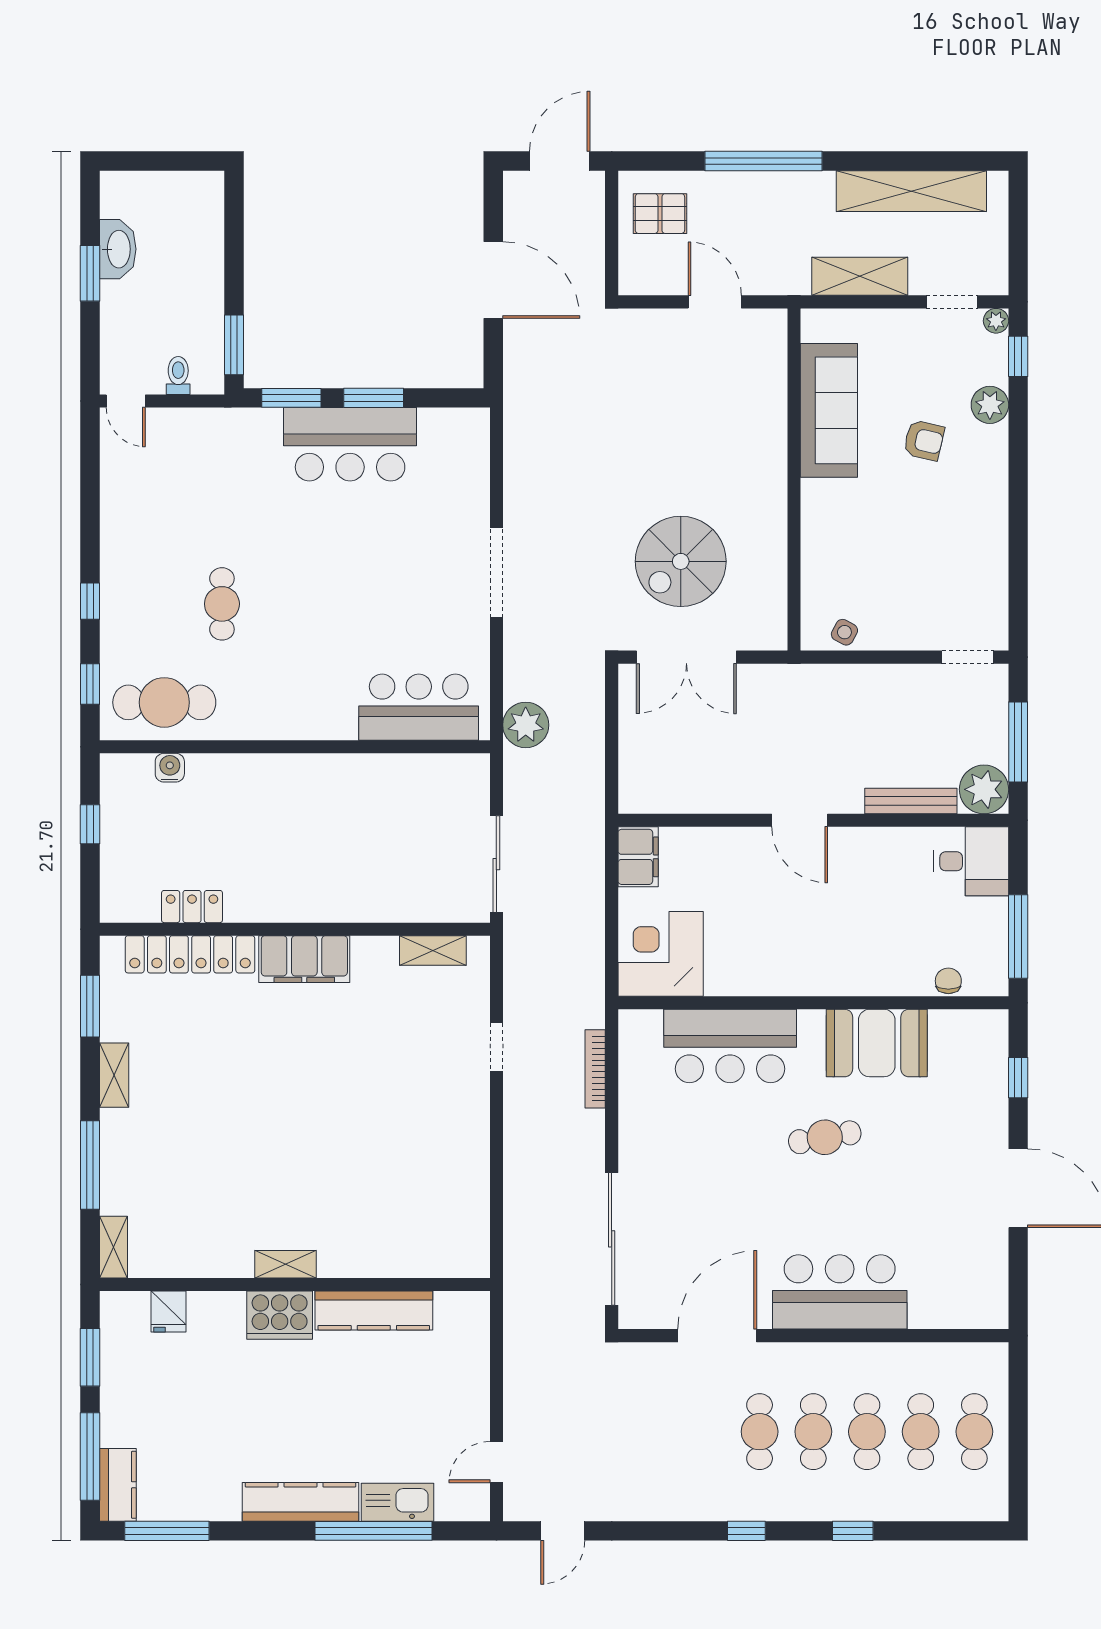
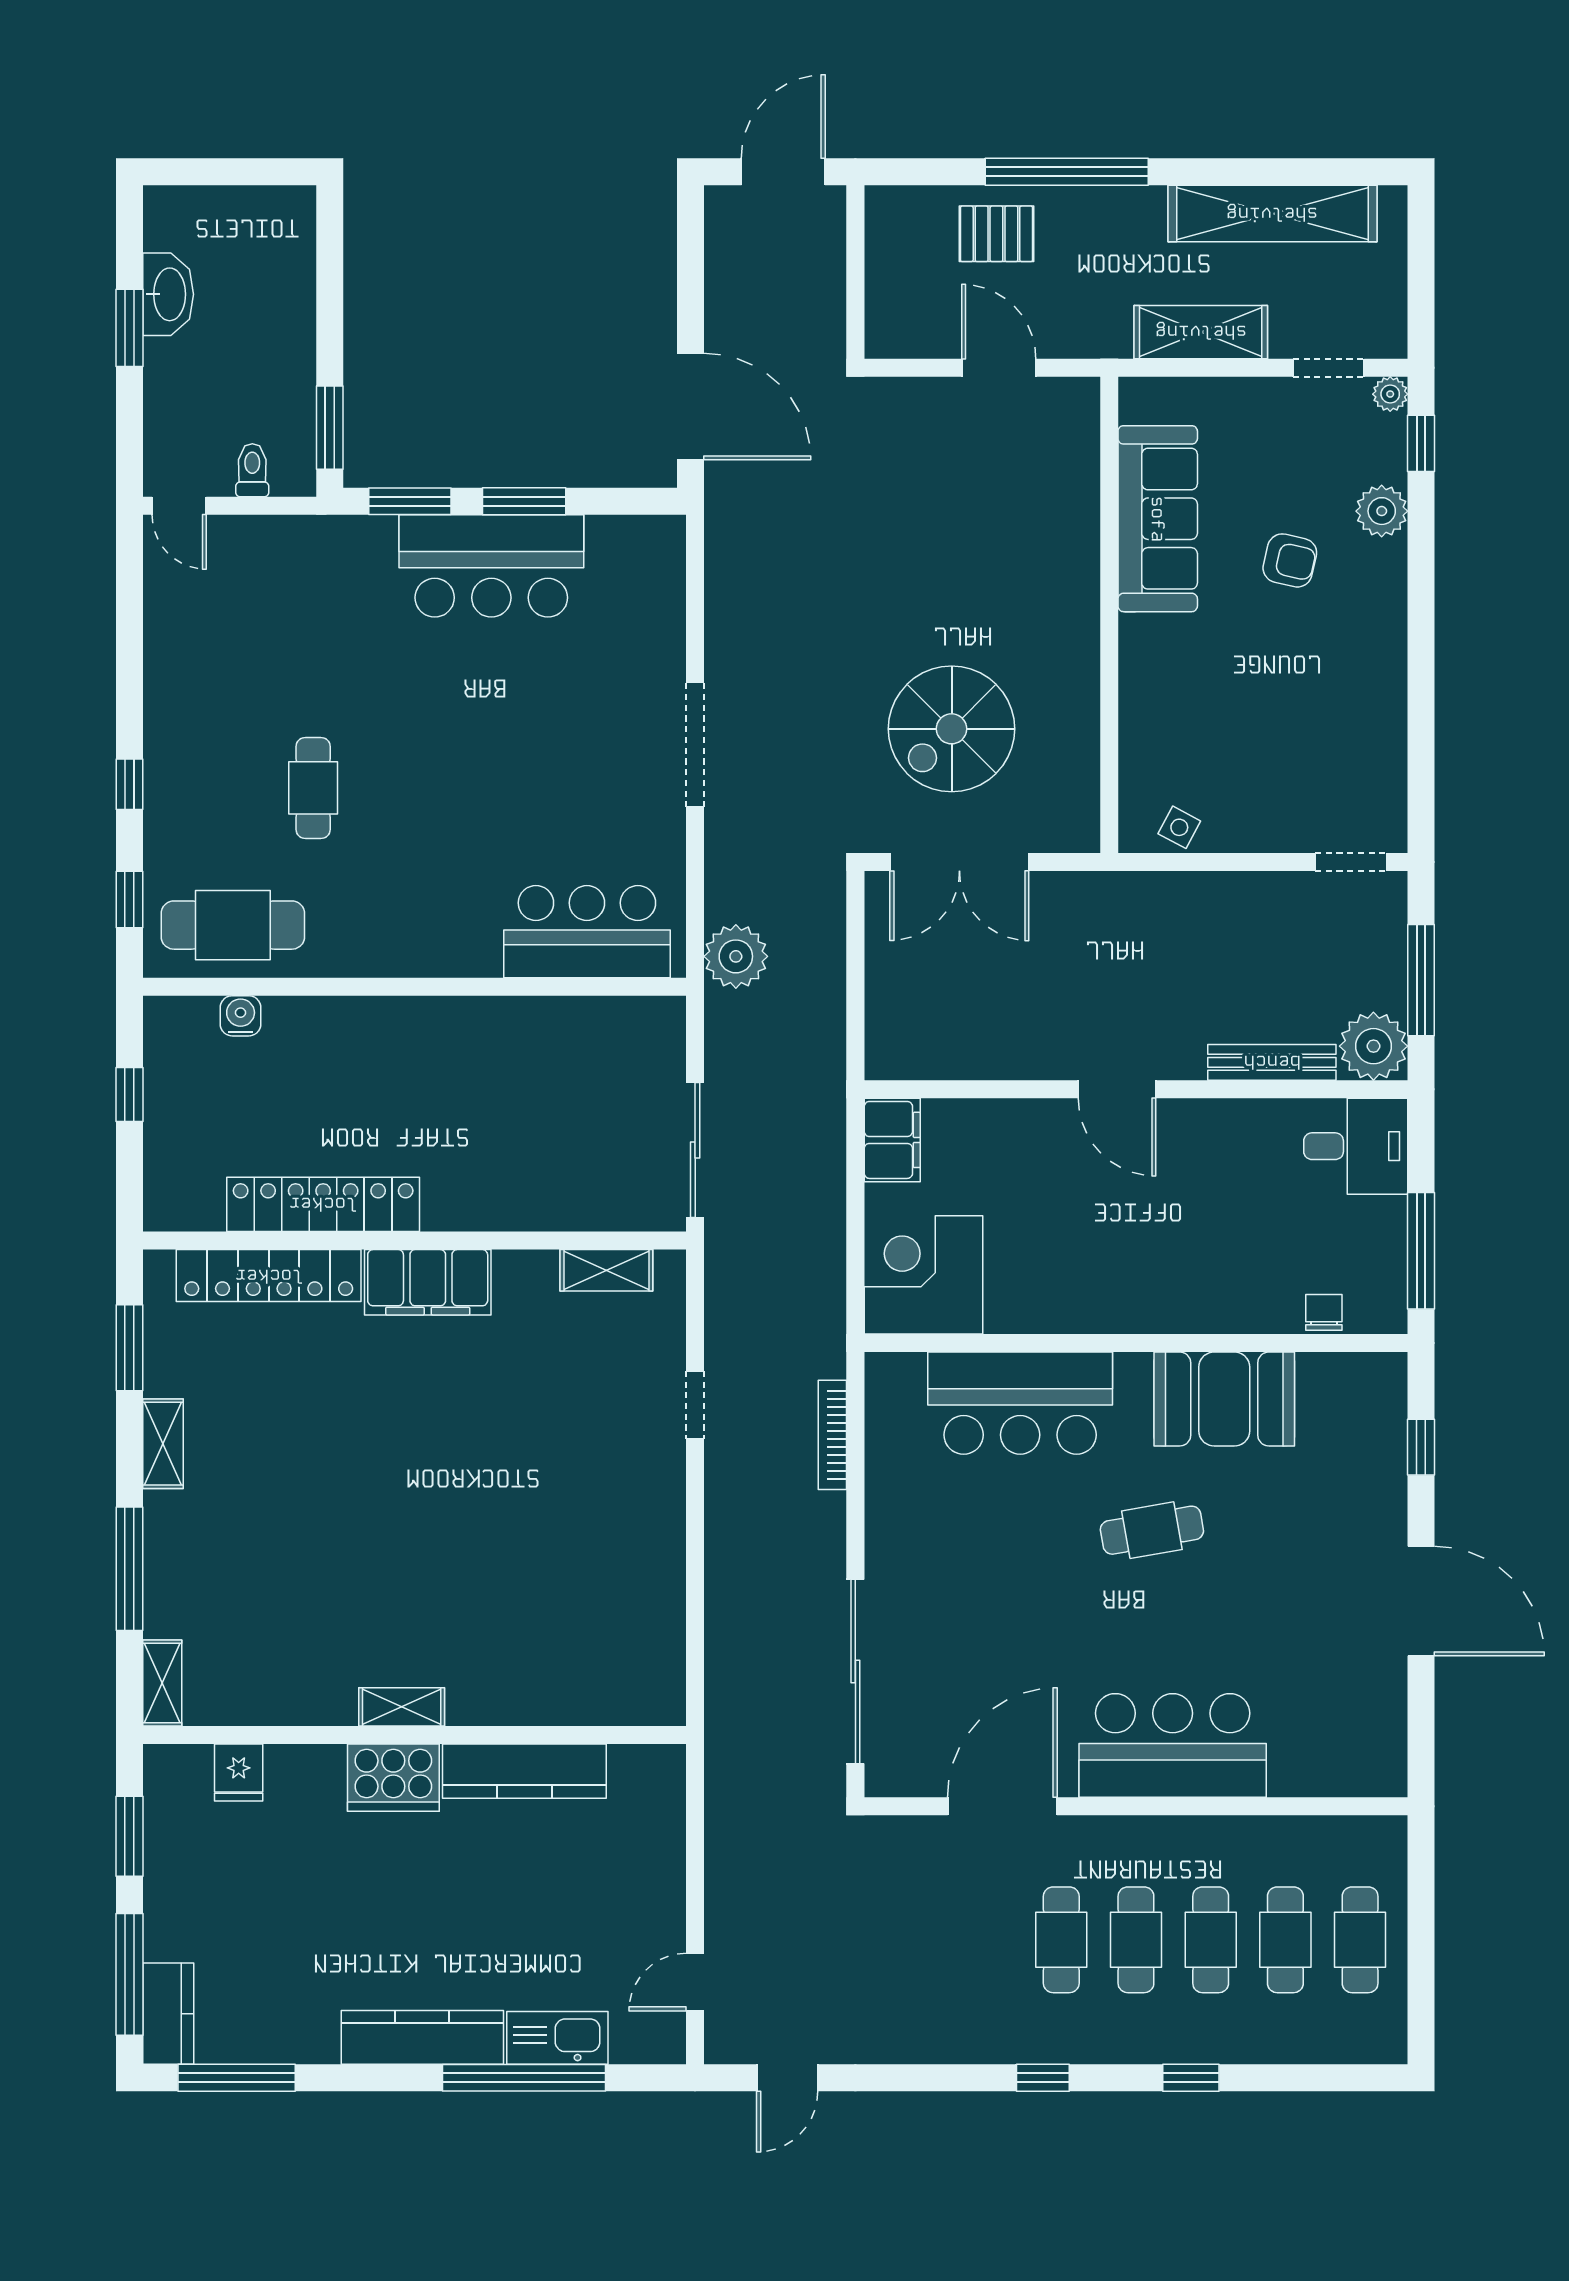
pallet: (660, 214) -> (996, 234), moved
door: (493, 280) -> (691, 407), moved
locker: (192, 907) -> (323, 1204), width x2.16, depth x1.21

